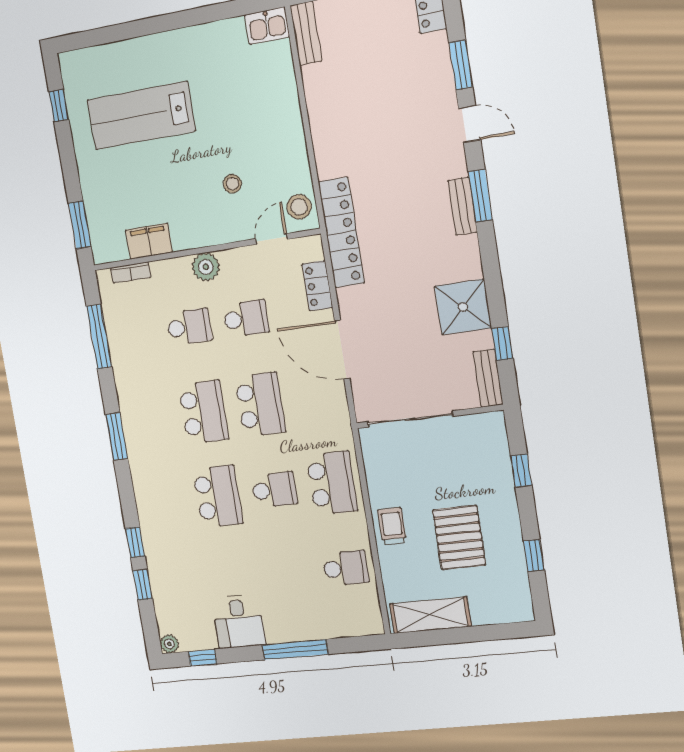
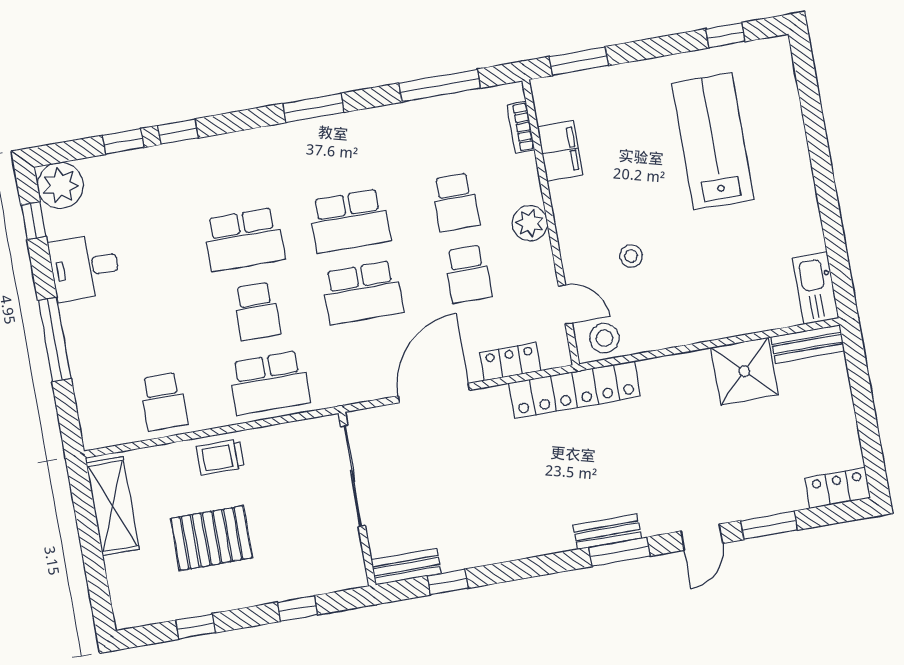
kitchen sink: (267, 26) -> (816, 288), width x1.38
shower: (463, 307) -> (744, 371), moved
trolley: (392, 526) -> (220, 457), turned 180
plant: (169, 644) -> (60, 185), width x1.88, depth x1.88

